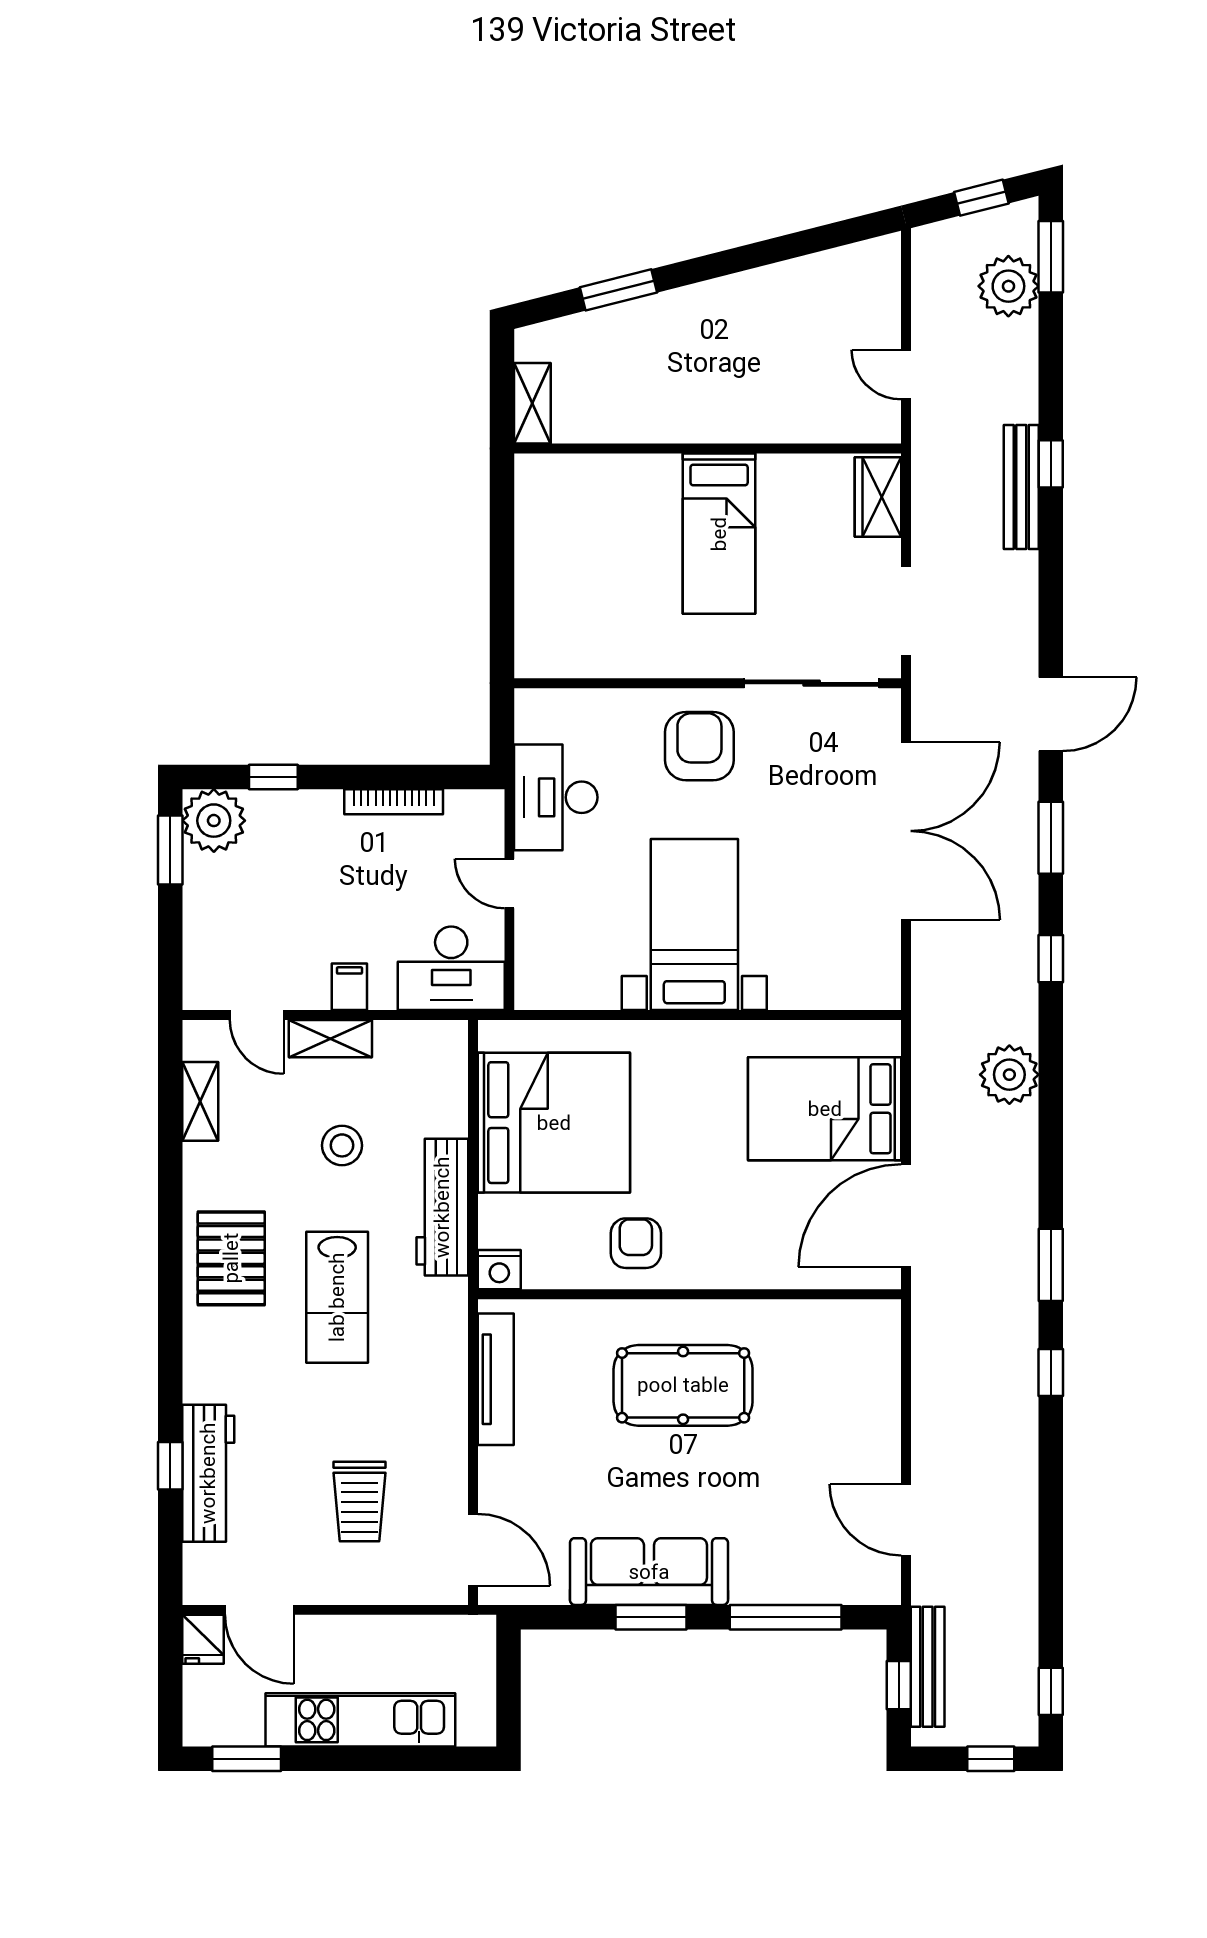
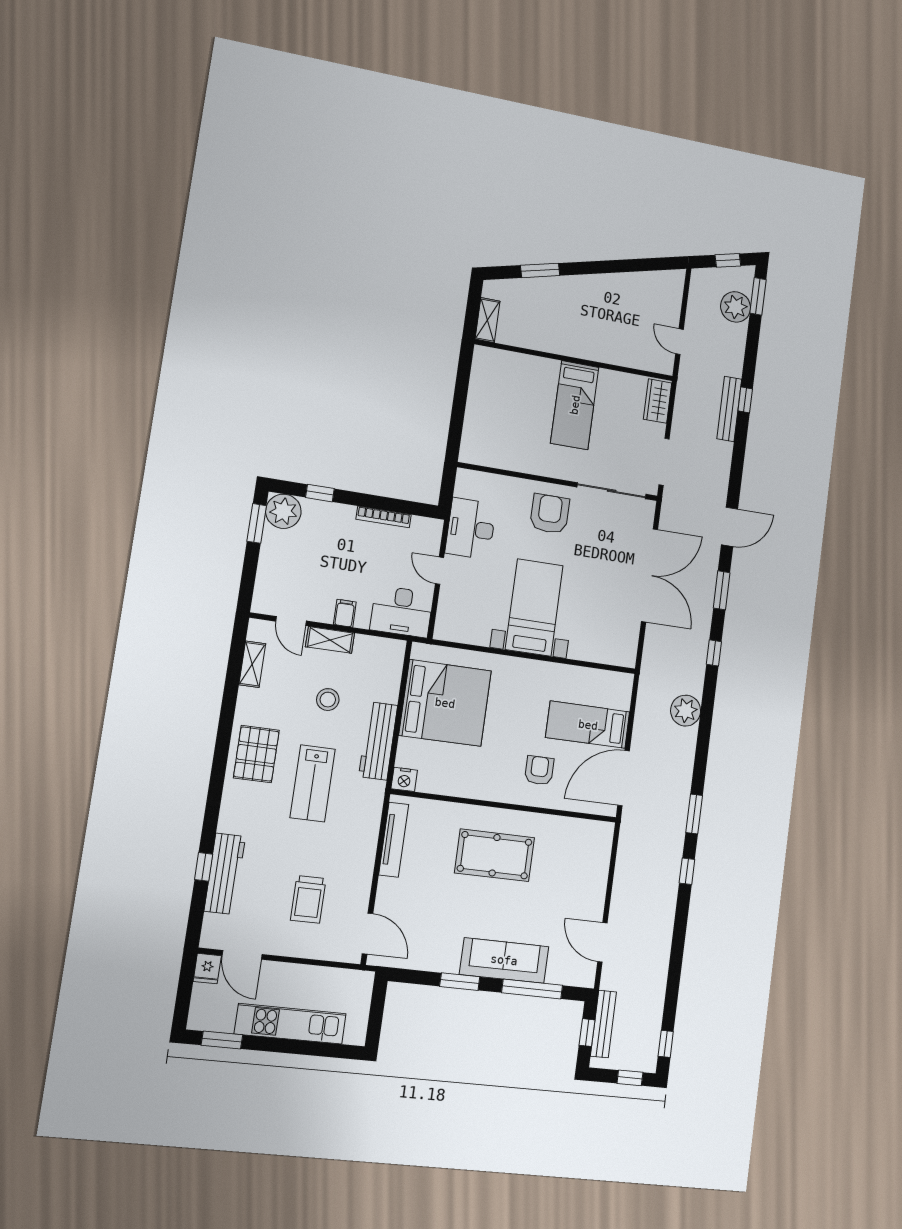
bed: (825, 1109) -> (588, 725), width x0.67
armchair: (636, 1243) -> (539, 770), moved
sofa: (649, 1572) -> (504, 960), moved

